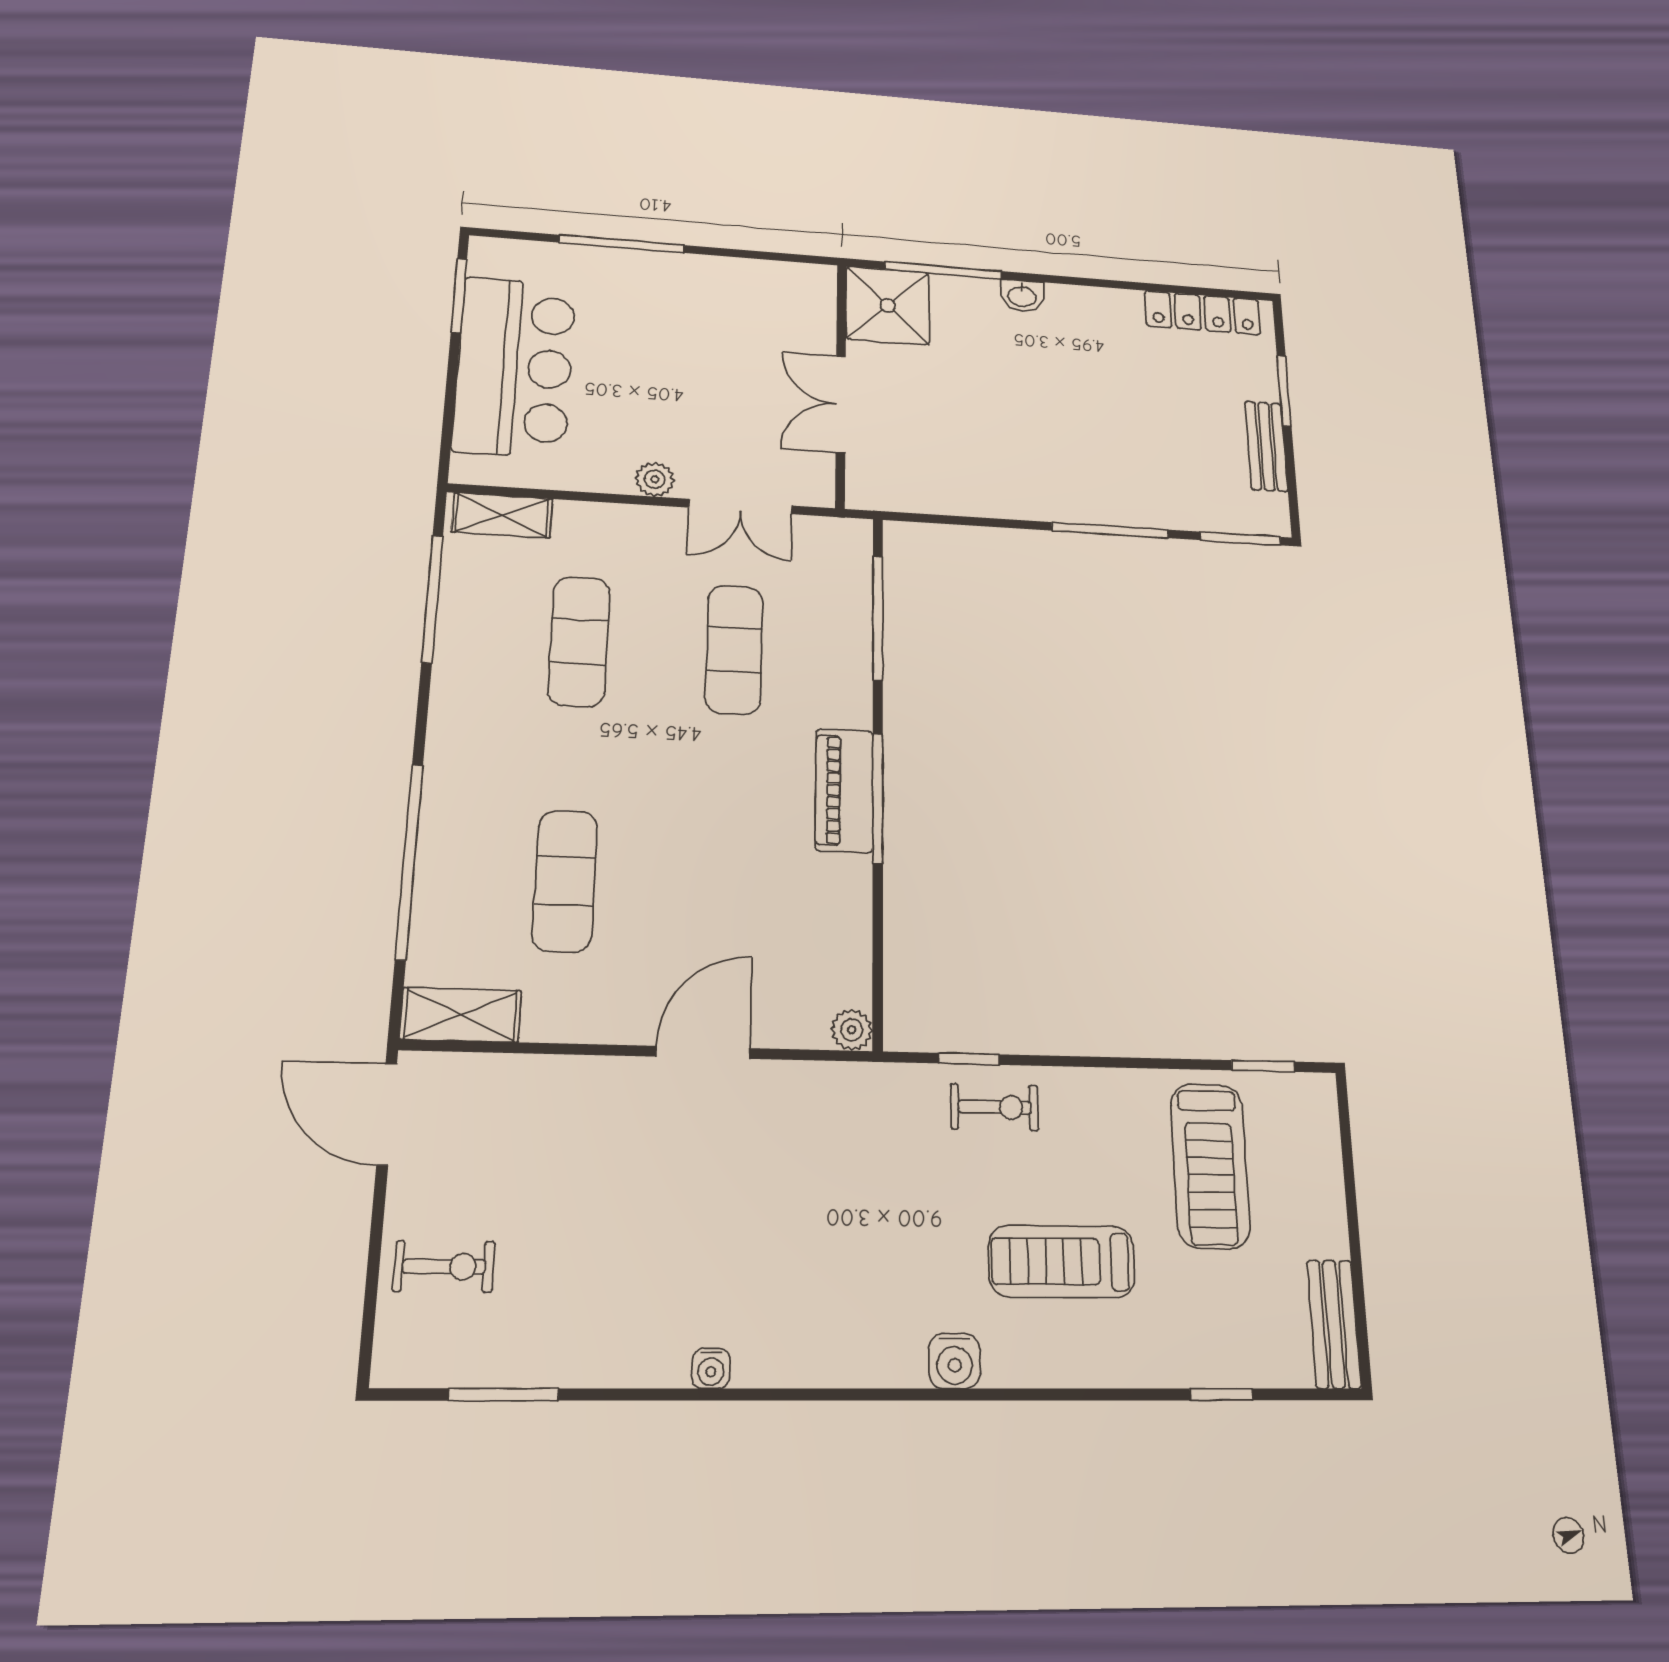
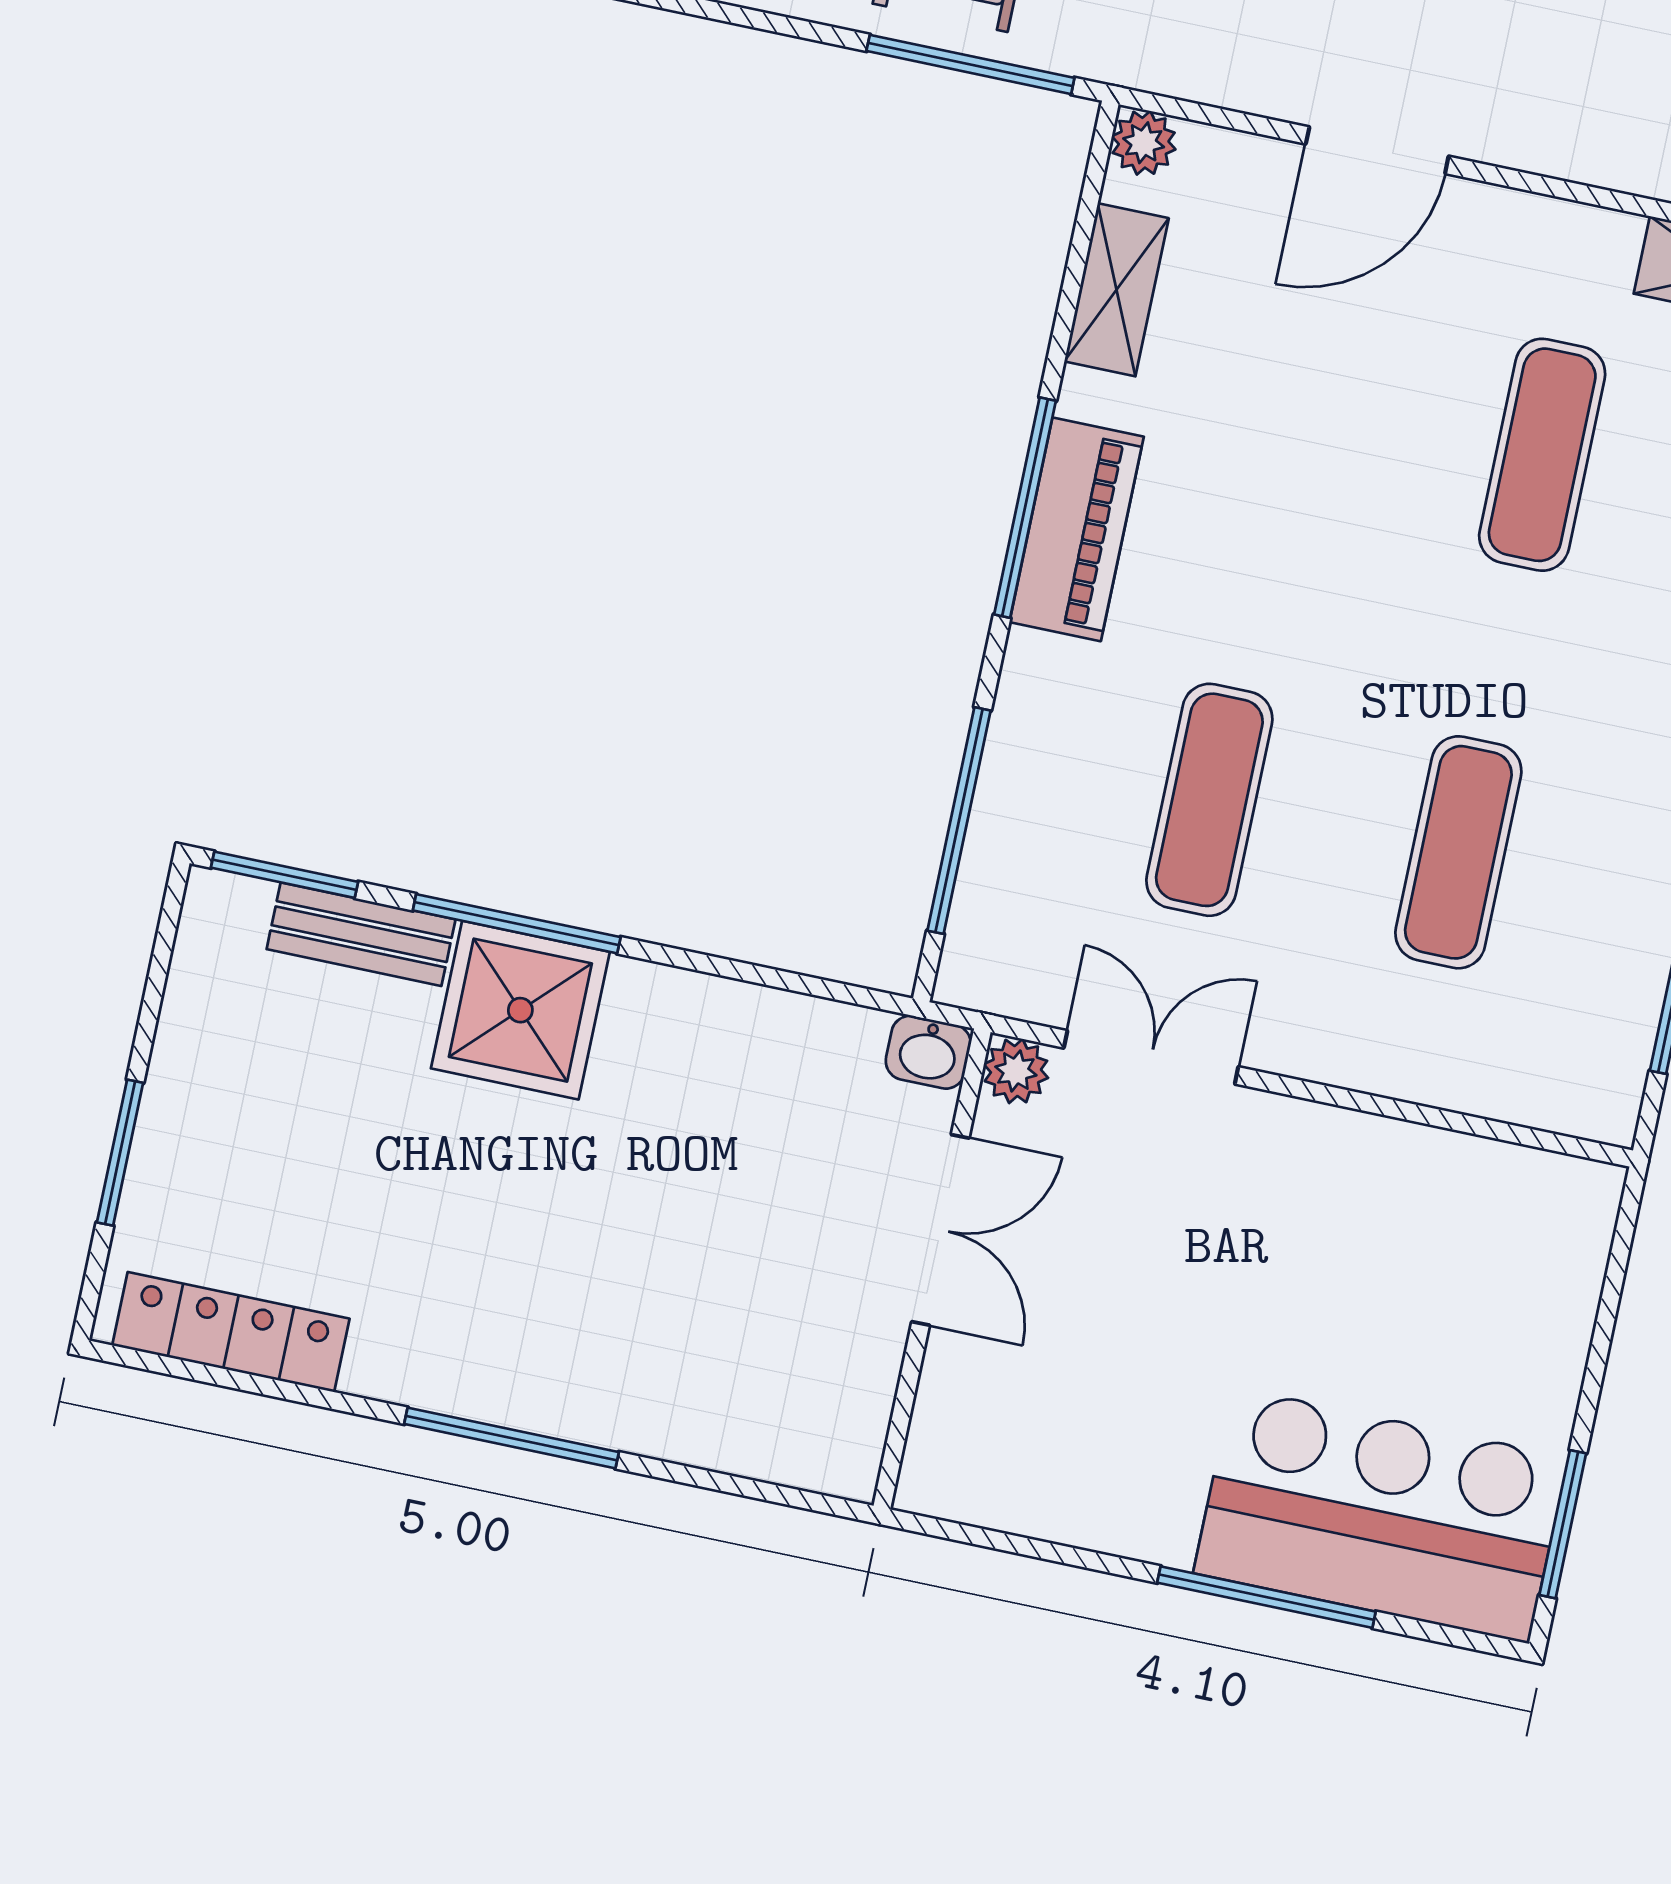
window: (944, 270) -> (511, 1438), moved
washbasin: (1022, 296) -> (928, 1052), moved, turned 180
shower: (888, 306) -> (520, 1010), moved
bar counter: (515, 367) -> (1381, 1515), moved, turned 90
bench: (1266, 446) -> (361, 934), moved, turned 90
plant: (655, 479) -> (1016, 1071), moved
shelving: (502, 515) -> (1117, 290), moved, turned 90
window: (969, 1059) -> (970, 64), width x2.17

